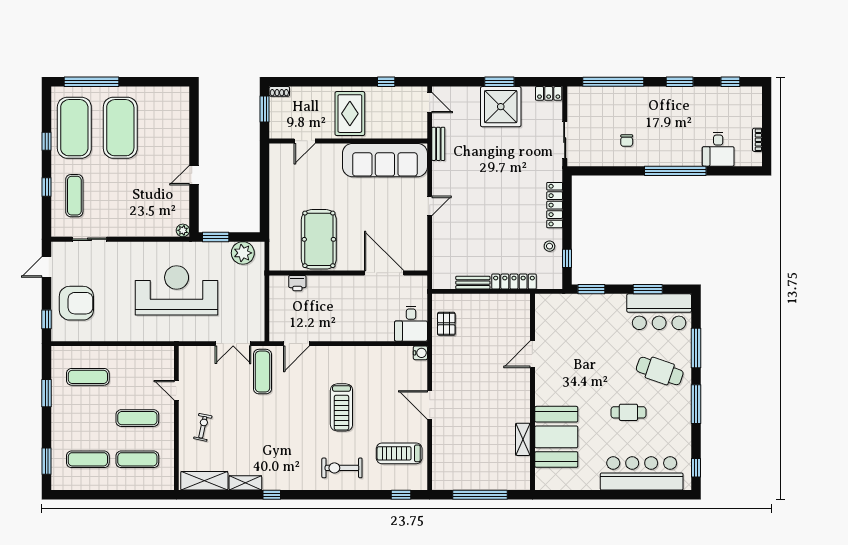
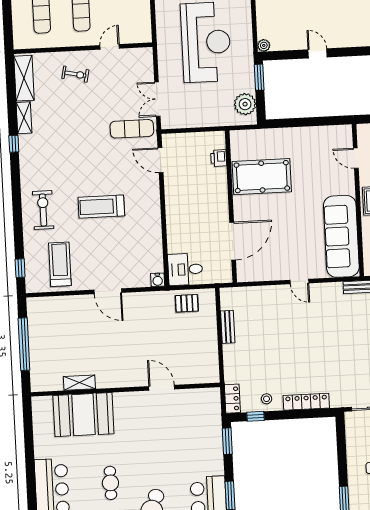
locker: (514, 282) -> (232, 399), moved, width x0.66
door: (430, 405) -> (108, 291), swing flipped

